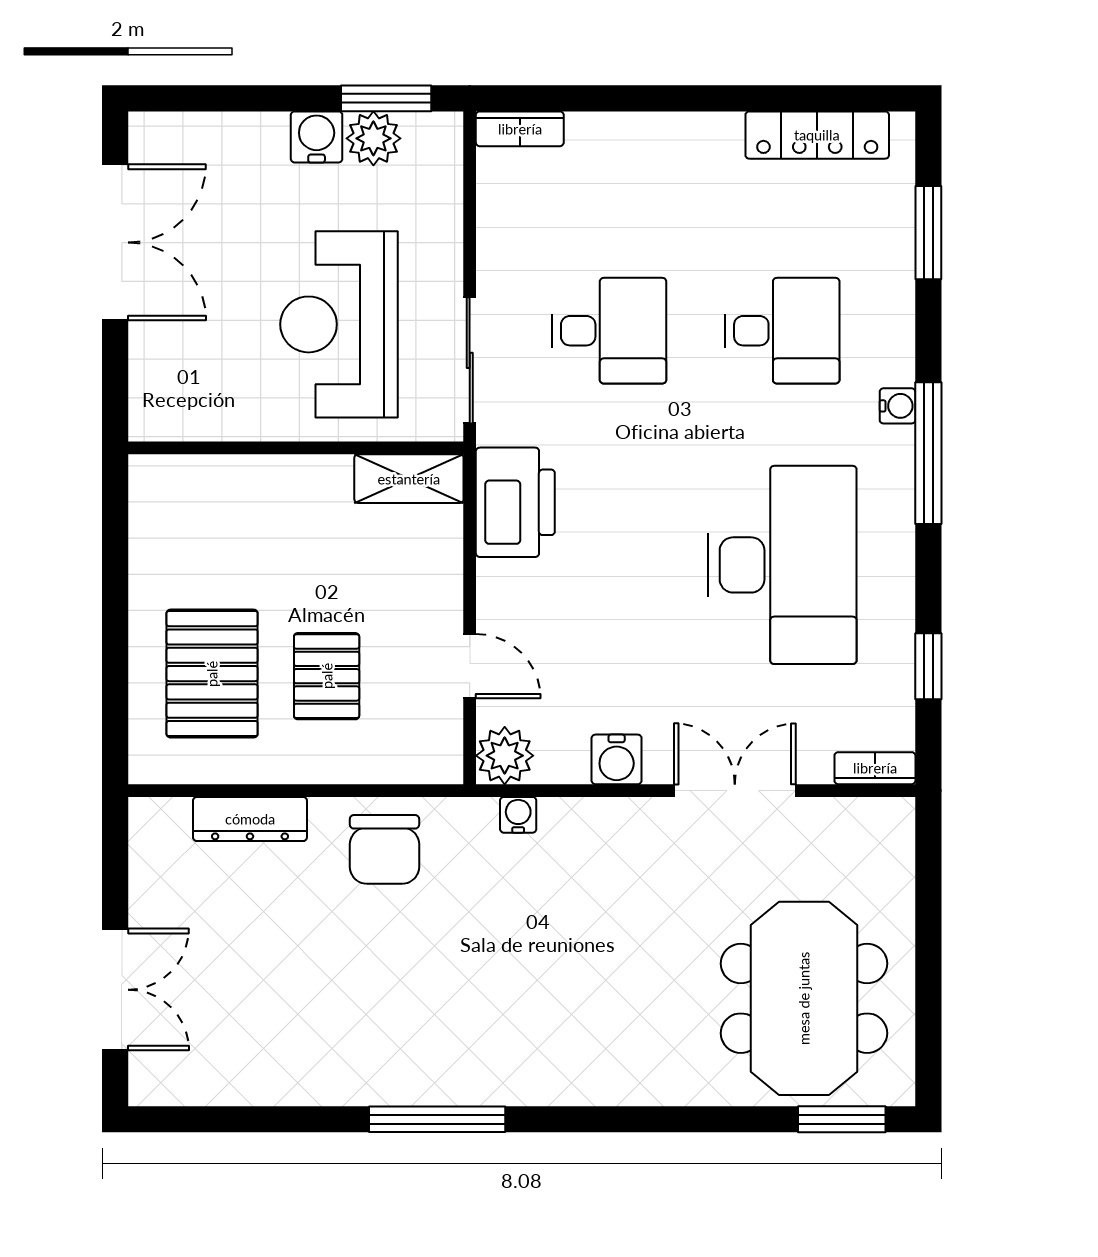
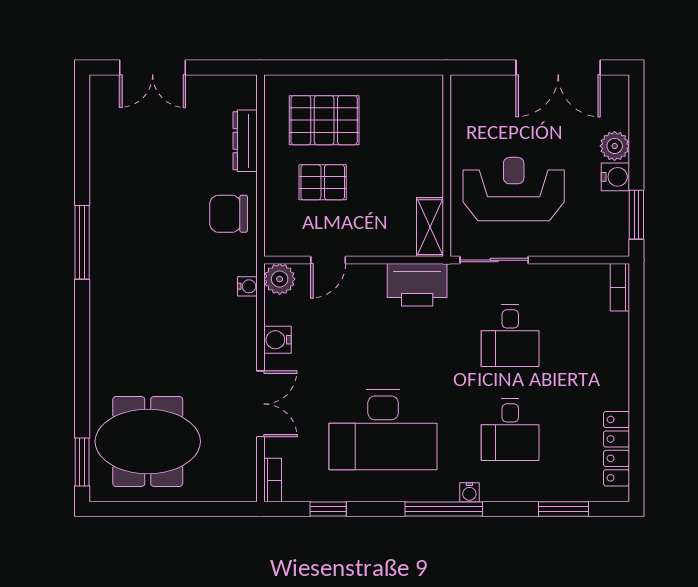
plant: (373, 138) -> (615, 146), moved

